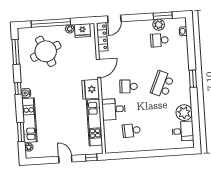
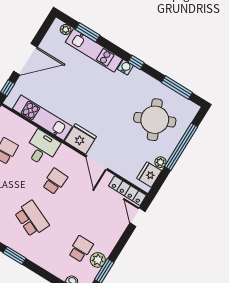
door: (65, 159) -> (25, 59), width x1.88

